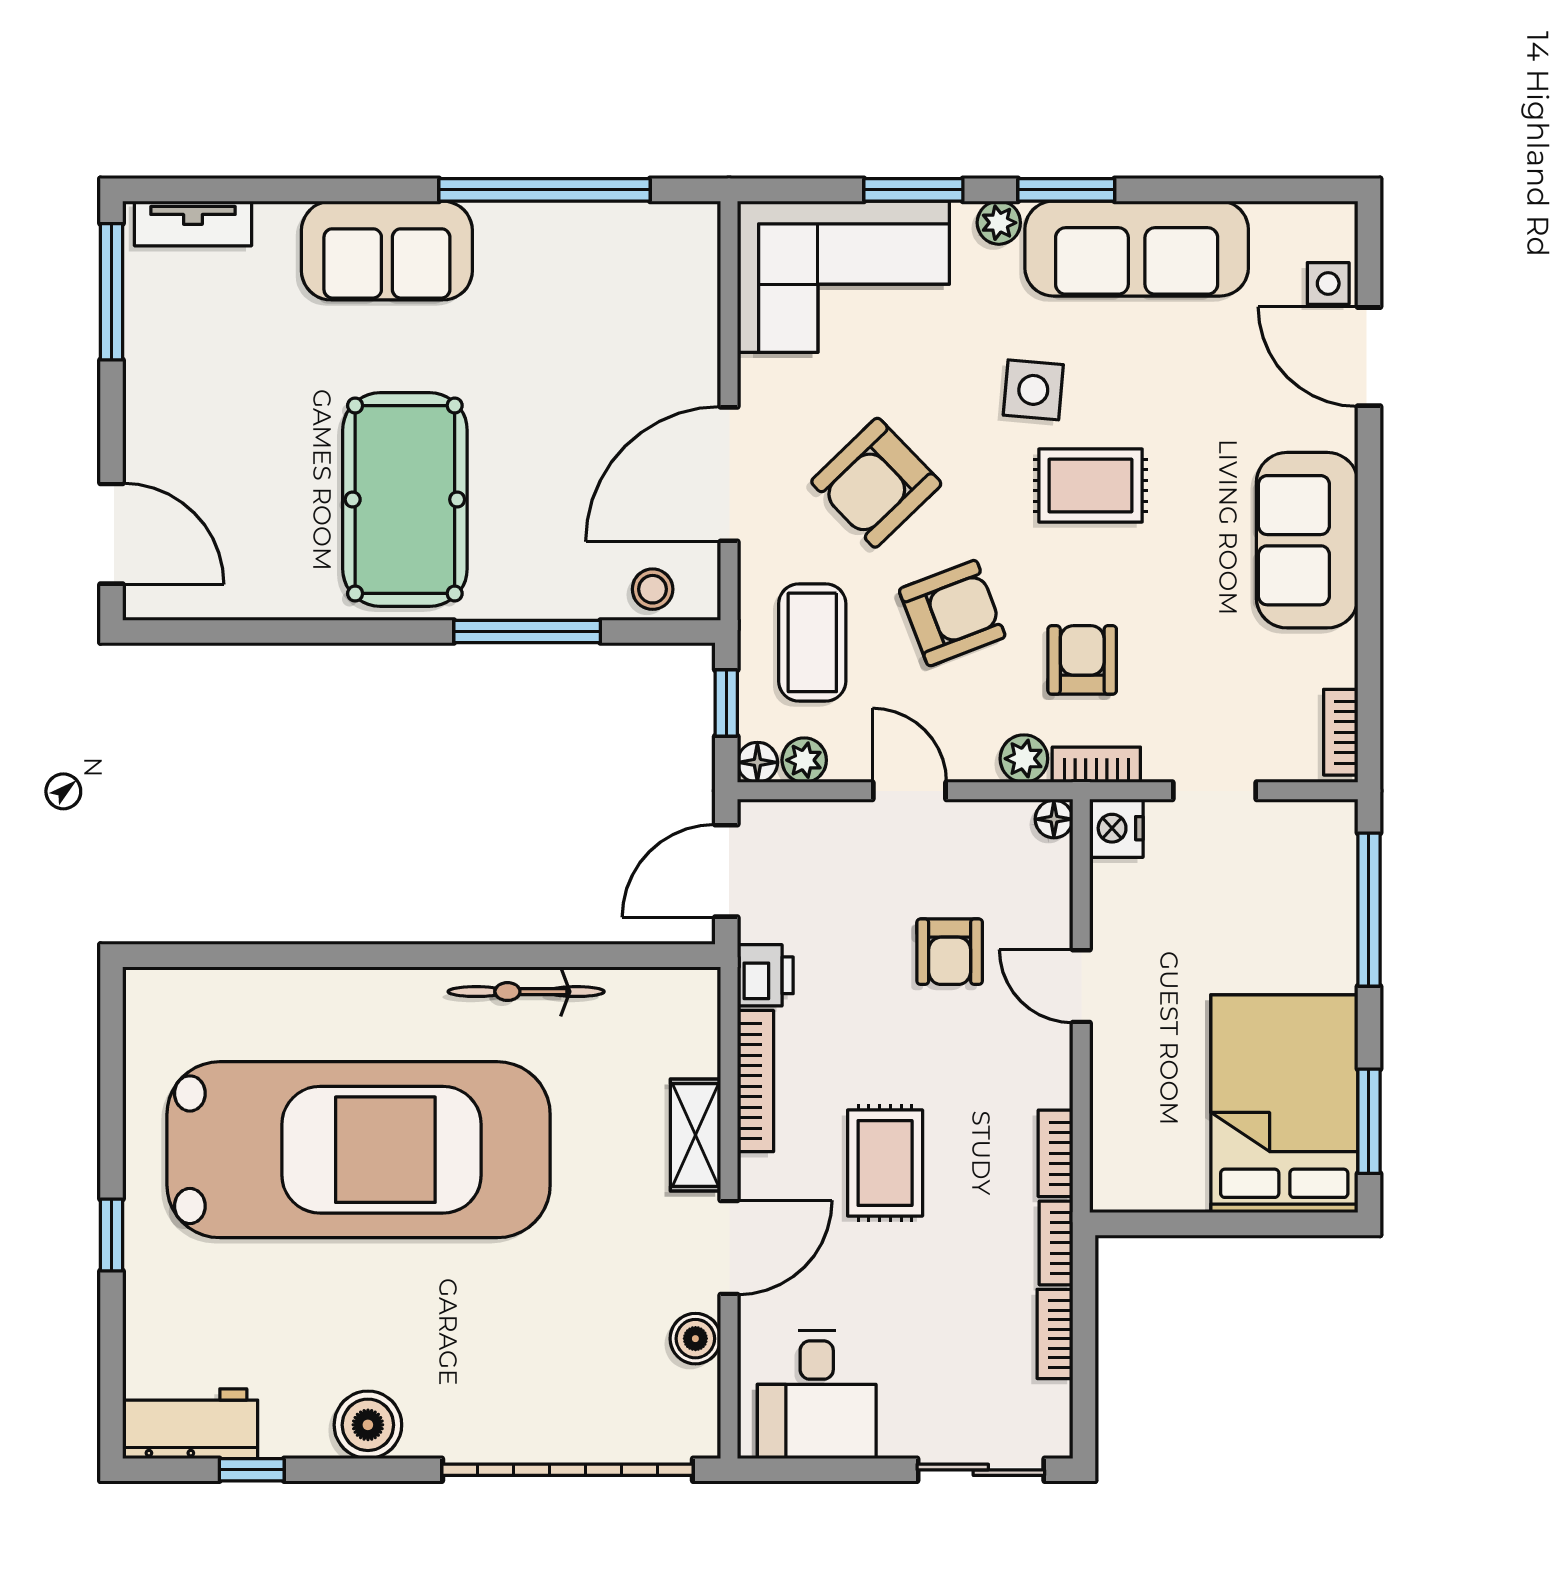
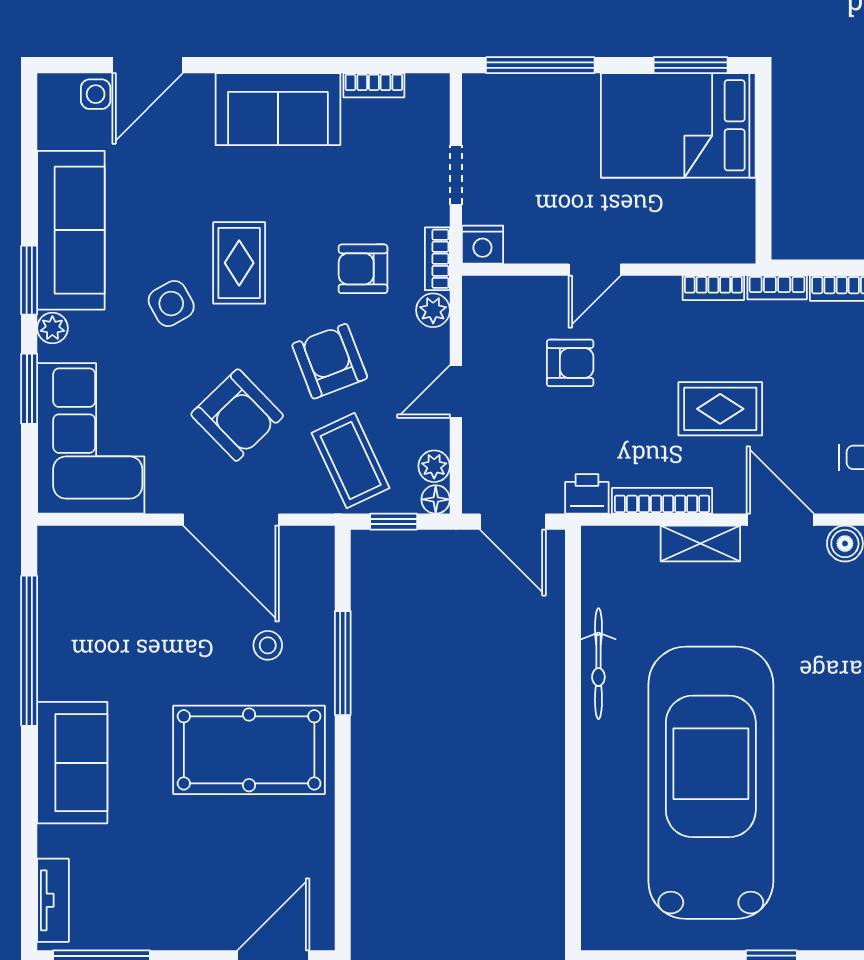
side table: (1033, 390) -> (171, 304), turned -34
stool: (653, 589) -> (268, 645), moved
coffee table: (812, 642) -> (351, 461), turned 65
bookcase: (1341, 732) -> (374, 85), moved
floor lamp: (1054, 819) -> (476, 289), removed

